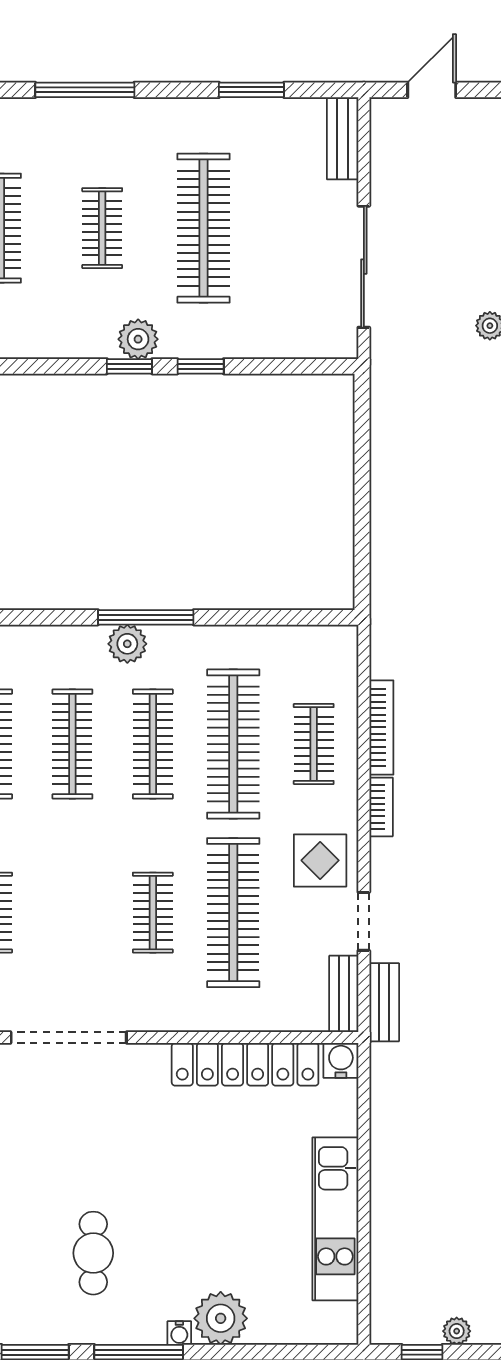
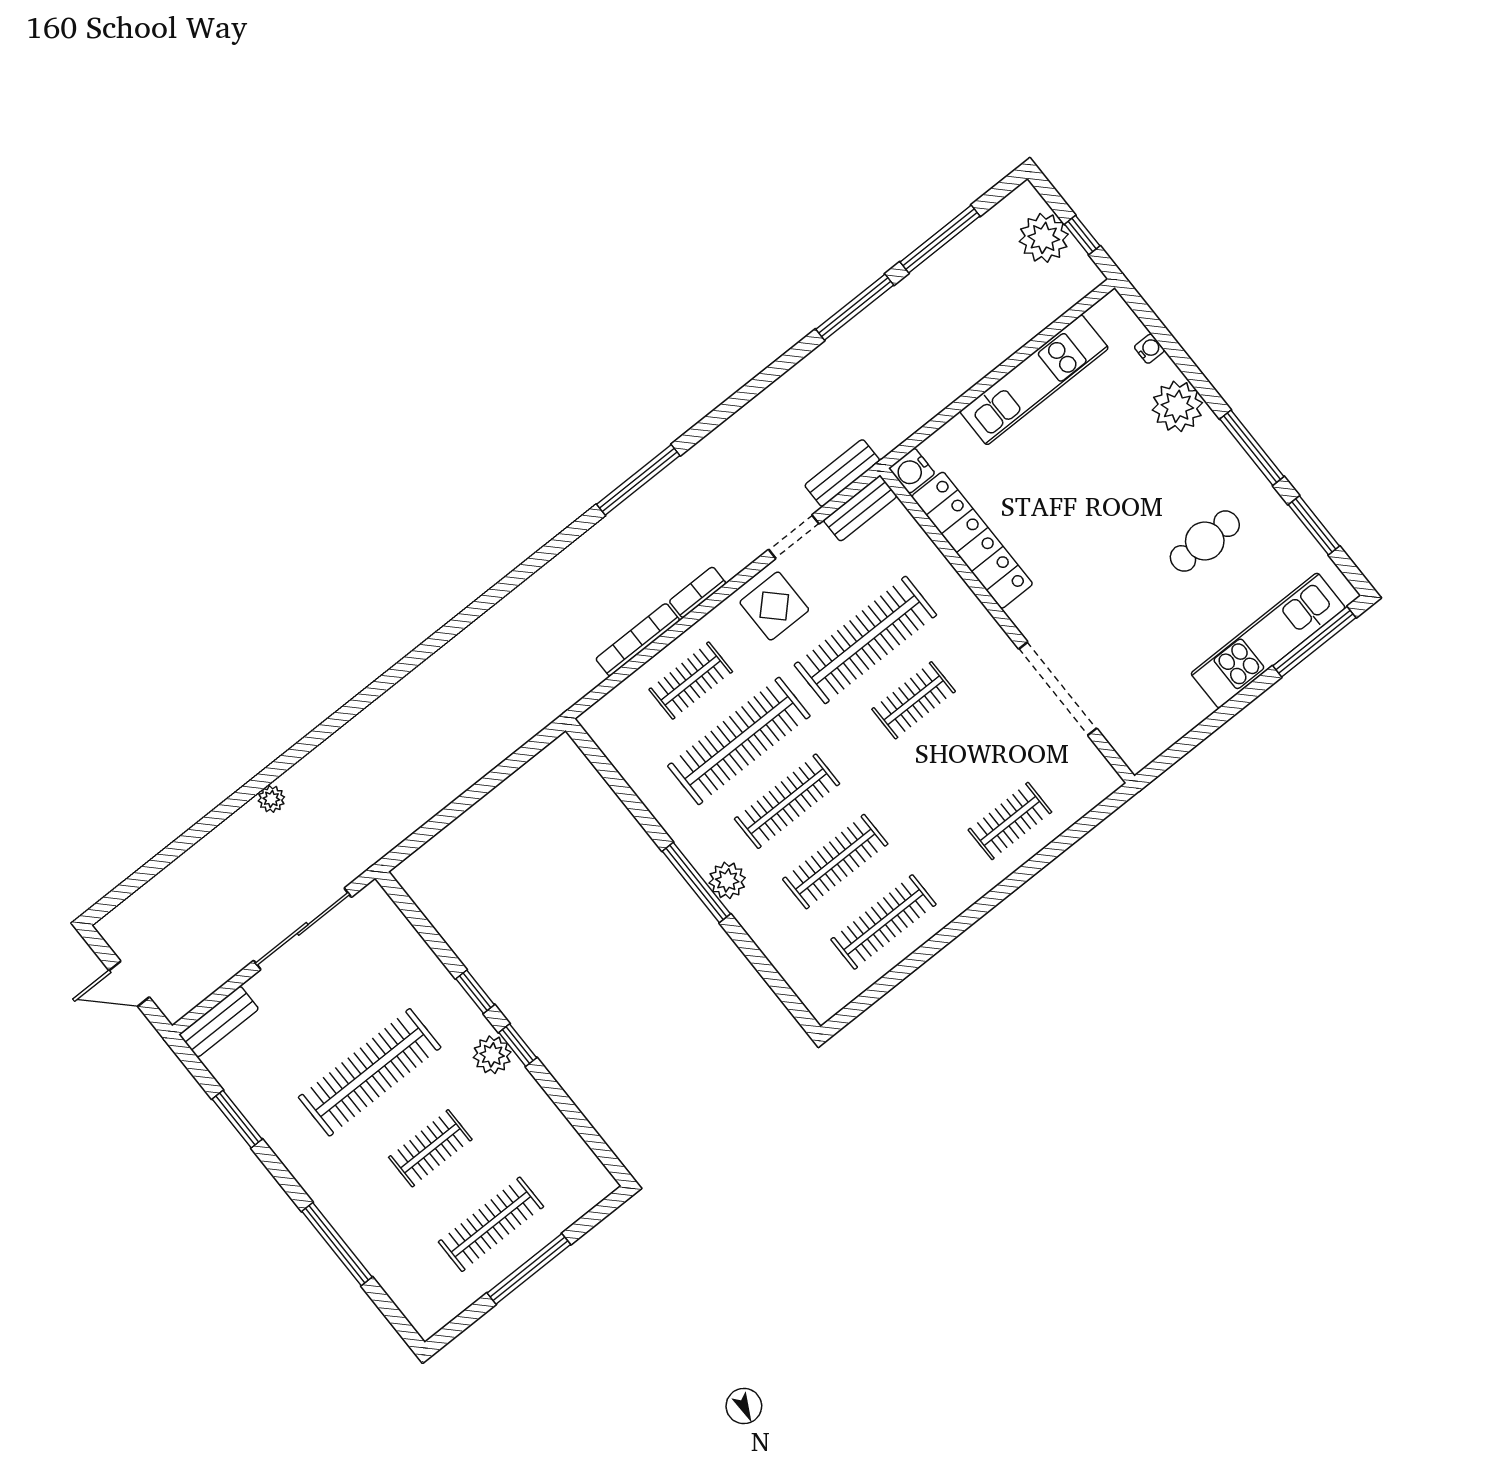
plant: (457, 1331) -> (1044, 238), width x1.87, depth x1.87
water cooler: (179, 1333) -> (1149, 349), moved

